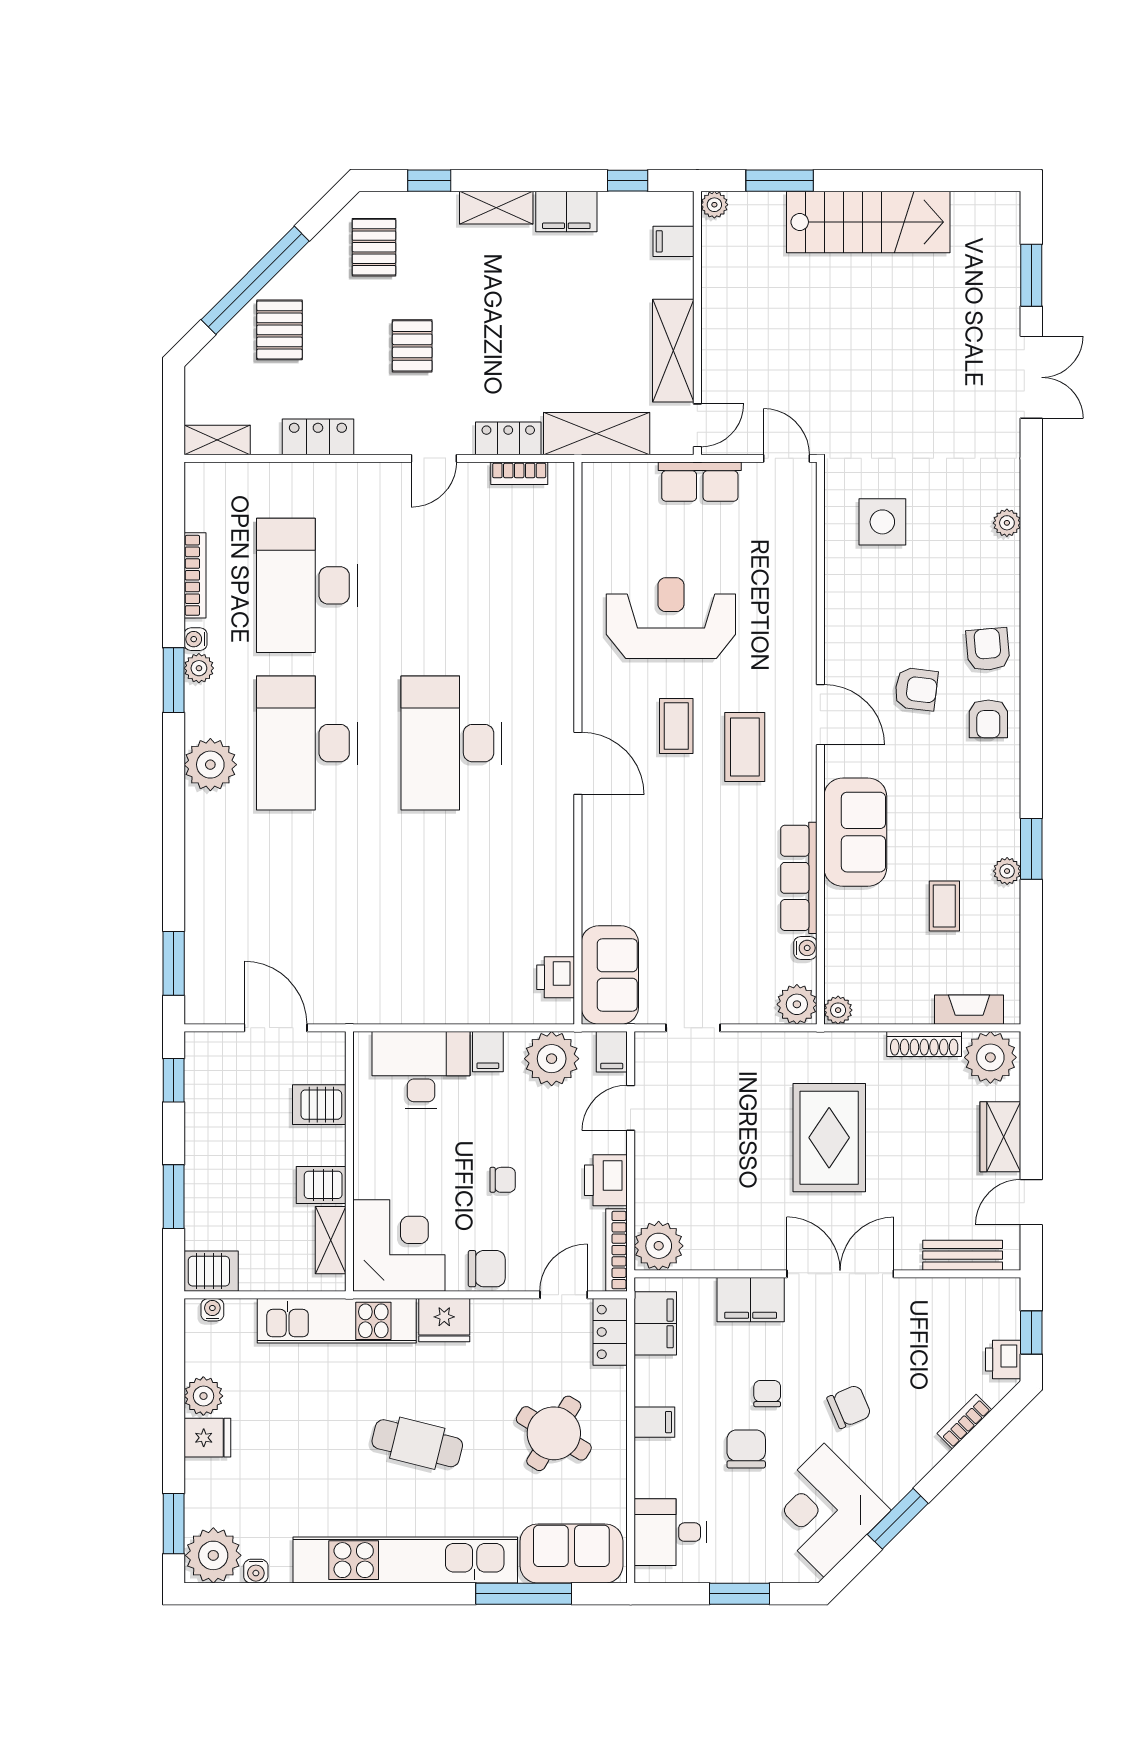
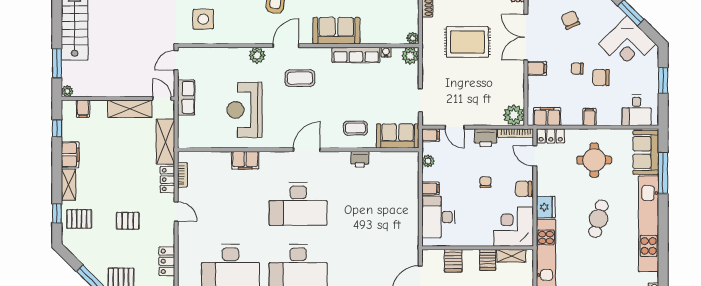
pallet: (374, 247) -> (79, 219), moved
filing cabinet: (553, 620) -> (245, 160), added
plant: (798, 647) -> (257, 55), added
coffee table: (676, 726) -> (356, 128), moved
printer: (556, 977) -> (360, 159), moved
plant: (552, 1059) -> (428, 161), width x0.53, depth x0.53
chair: (487, 1269) -> (524, 189), turned -90
filing cabinet: (751, 1300) -> (537, 68), width x0.50
chair: (849, 1407) -> (570, 20), moved
round table: (554, 1433) -> (594, 160), turned -31

